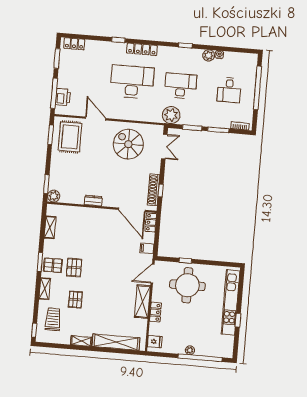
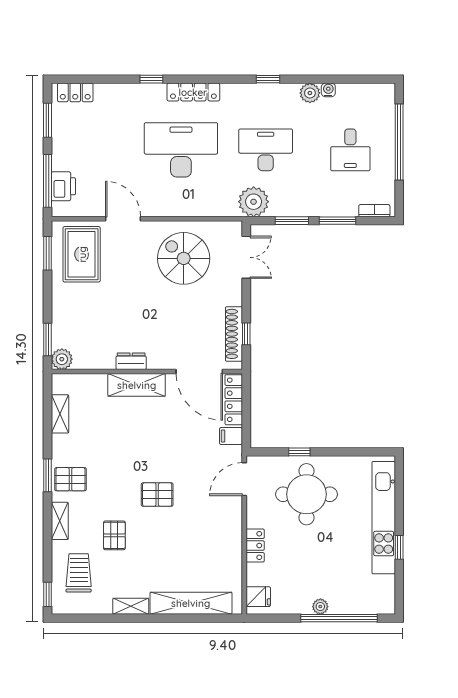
locker: (151, 222) -> (234, 400), width x1.53
pallet: (74, 268) -> (157, 495), moved, turned 90
shelving: (142, 302) -> (137, 385), moved, turned 90

